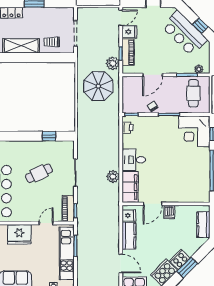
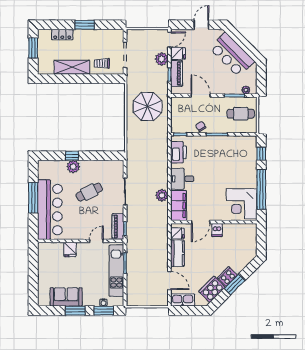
window: (200, 26) -> (247, 47), removed
plant: (113, 63) -> (162, 59), moved
door: (153, 75) -> (201, 96), swing flipped
cafe table: (193, 93) -> (241, 114), turned 90
printer: (127, 128) -> (178, 152), width x1.87, depth x1.48
corner desk: (194, 131) -> (242, 204), moved
window: (49, 136) -> (72, 156), moved
plant: (23, 147) -> (73, 167), added
kitchen counter: (203, 225) -> (250, 242), removed
fridge: (19, 234) -> (70, 250), width x0.53, depth x0.75

